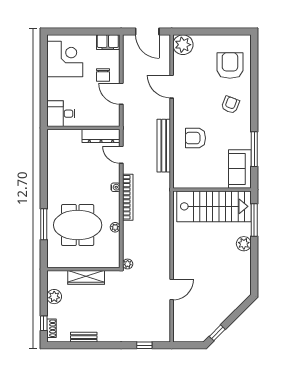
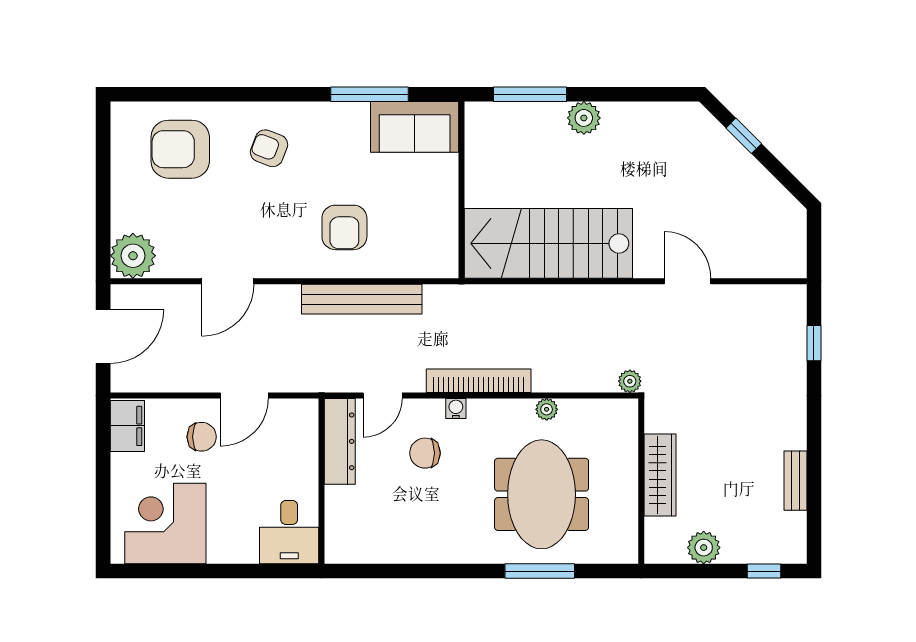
chair: (96, 174) -> (425, 453), added
stairs: (214, 206) -> (548, 243), moved, turned -90
shoe rack: (51, 328) -> (775, 554), removed
window: (217, 333) -> (744, 136), moved

